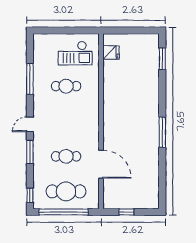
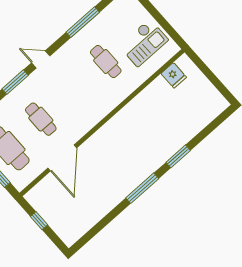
checkout: (75, 53) -> (144, 43), turned -90
window: (162, 59) -> (178, 156), moved

